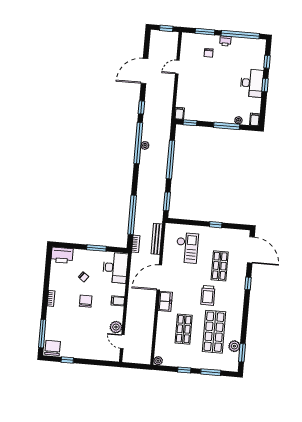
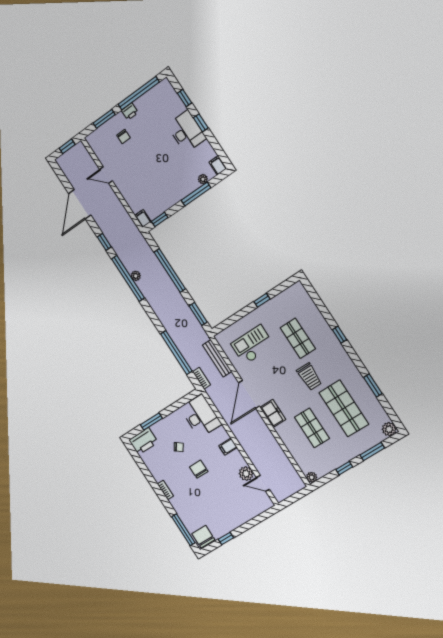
door: (177, 67) -> (106, 175), hinge flipped
window: (96, 248) -> (151, 422), moved
checkout: (187, 248) -> (253, 345), turned -90
door: (251, 250) -> (316, 299), removed
plant: (234, 346) -> (389, 429), moved
window: (242, 353) -> (373, 386), moved

